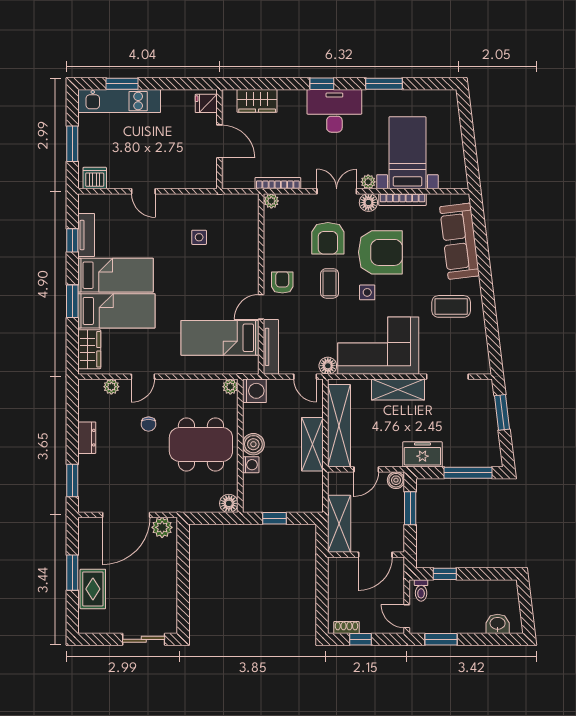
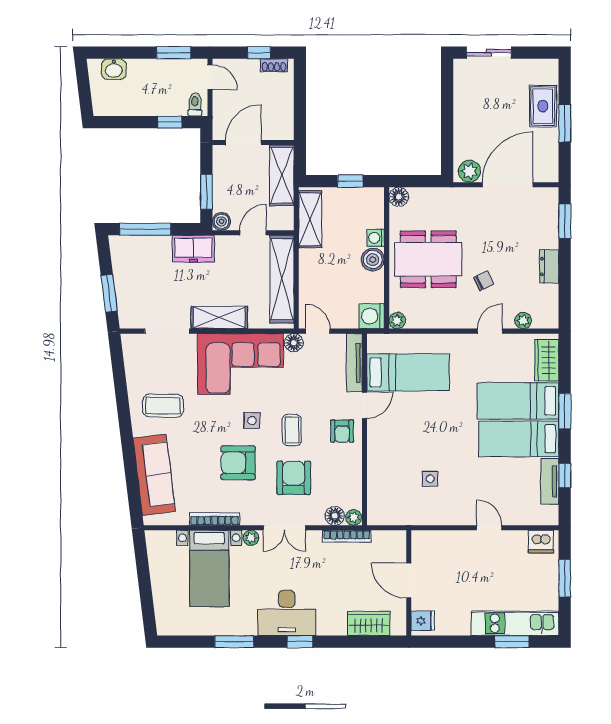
floor lamp: (368, 203) -> (335, 516), moved
armchair: (380, 252) -> (238, 463), width x0.73, depth x0.73
chair: (149, 424) -> (484, 281), turned 65
shelving: (312, 444) -> (310, 219), moved

